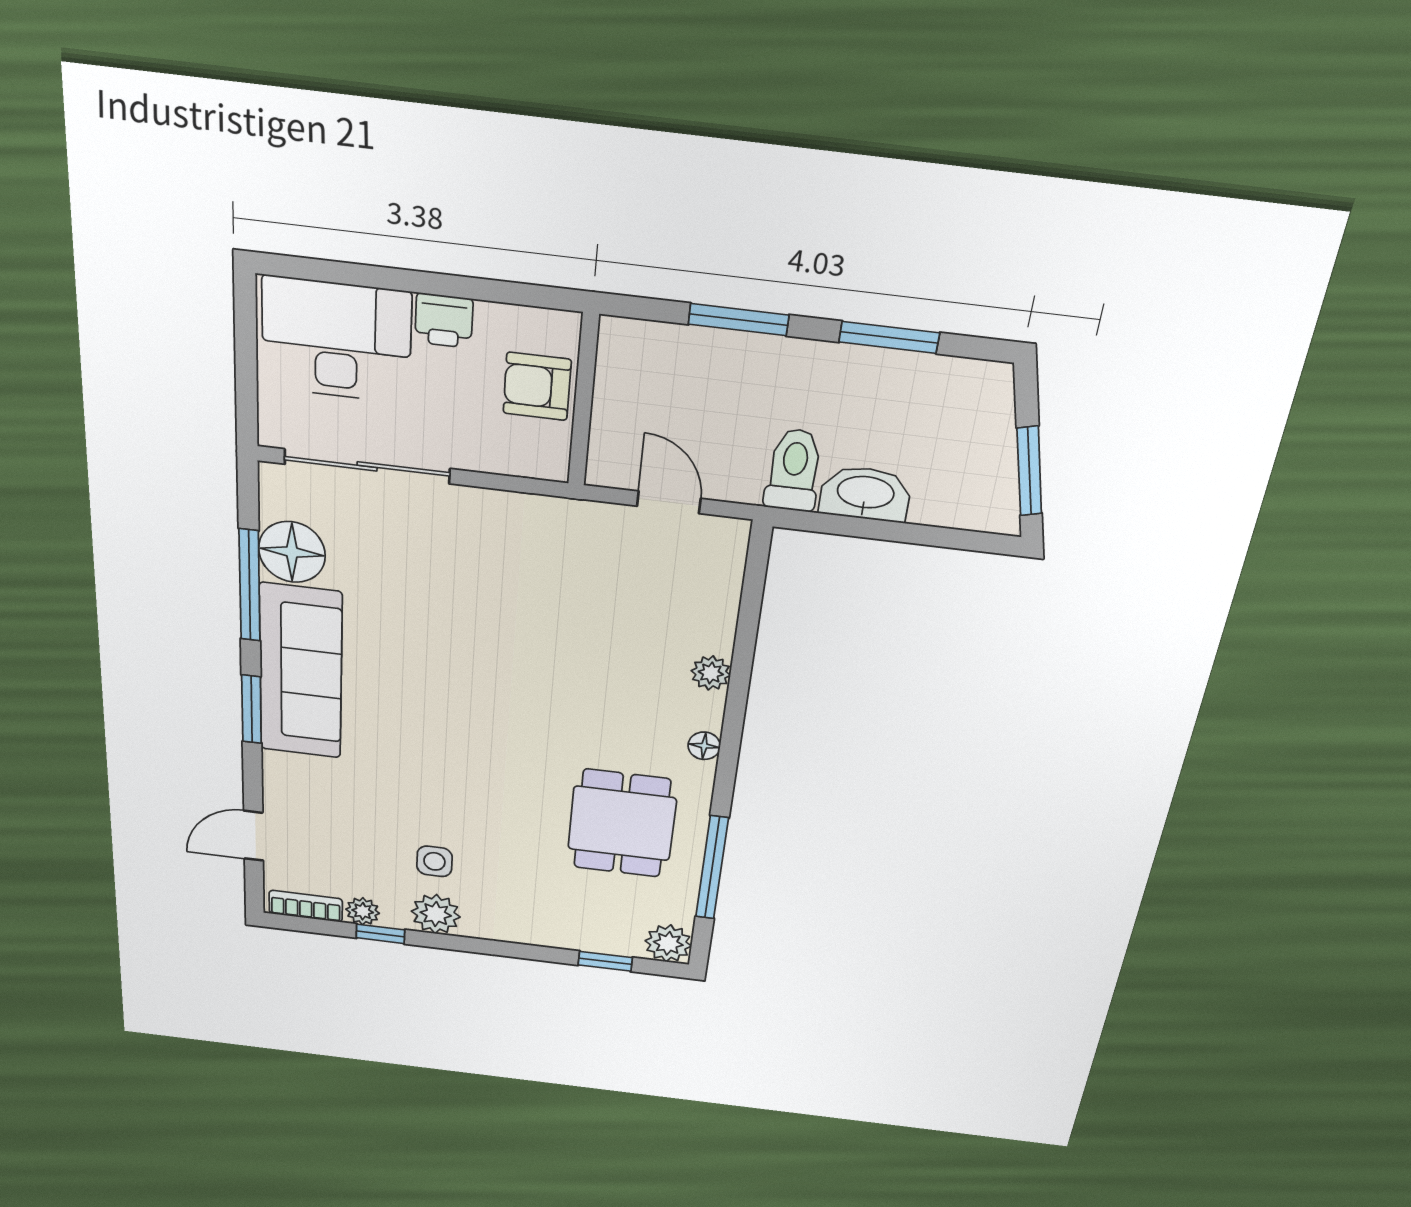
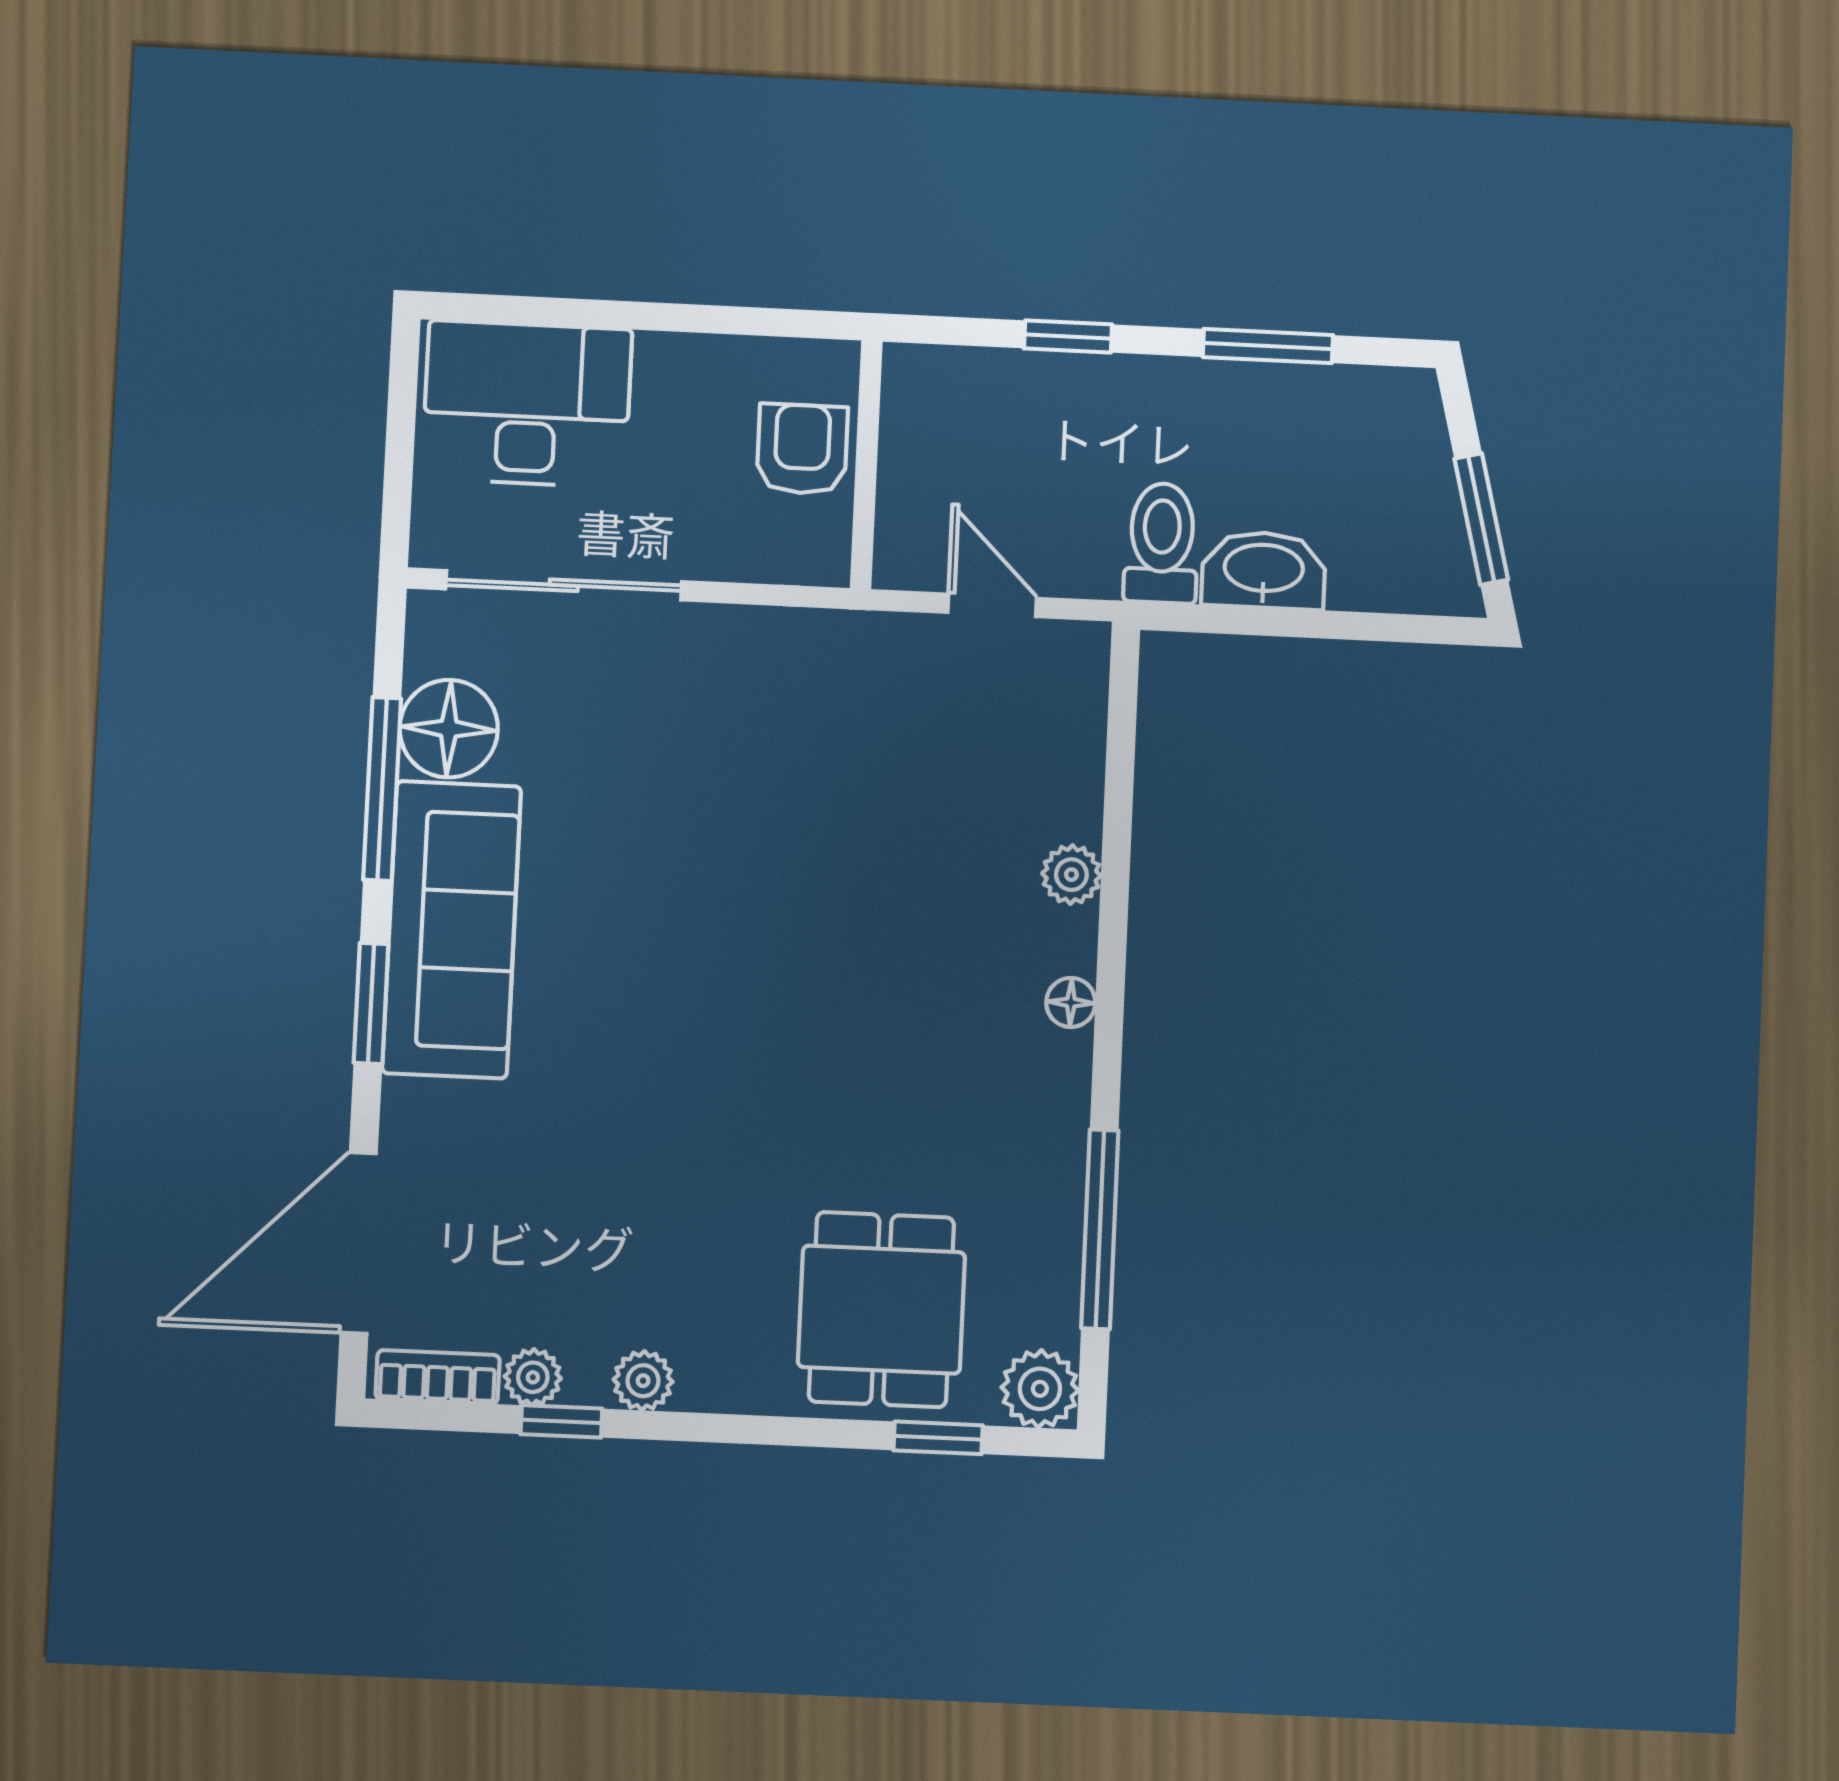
window: (739, 320) -> (1068, 336), width x0.67
printer: (444, 321) -> (674, 366), removed
armchair: (537, 386) -> (802, 449), turned 90
dining table: (622, 824) -> (881, 1310), moved
door: (254, 836) -> (359, 1243), width x1.87
side table: (434, 861) -> (654, 1263), removed
plant: (436, 914) -> (643, 1381), width x0.73, depth x0.73

